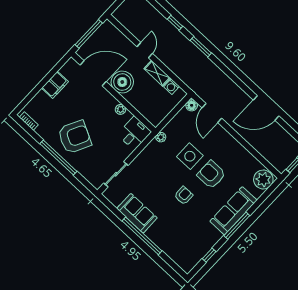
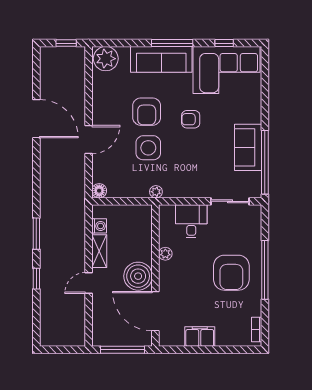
door: (212, 113) -> (89, 140), moved
desk: (134, 133) -> (191, 221), moved, turned 90
armchair: (75, 137) -> (231, 273), turned -117
window: (142, 236) -> (265, 162), moved
corner sofa: (193, 242) -> (226, 70), added

